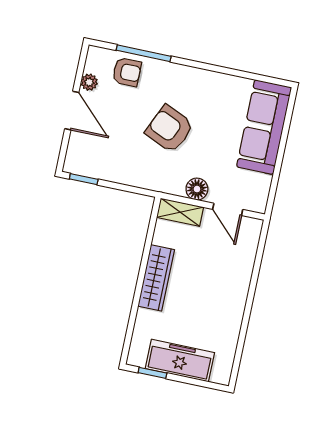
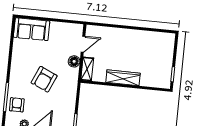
sofa: (264, 127) -> (32, 29), width x0.73
freezer: (180, 361) -> (165, 61), removed

